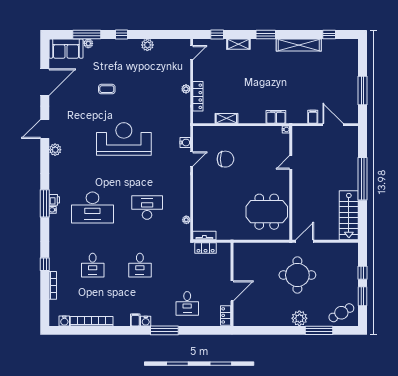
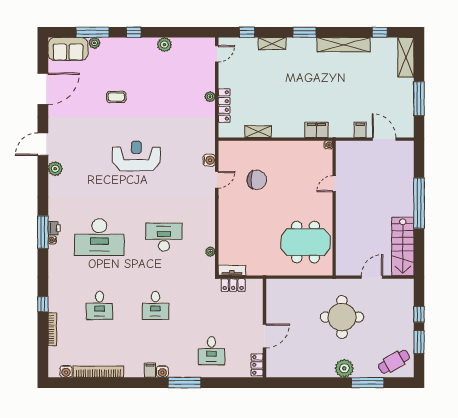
shelving: (351, 56) -> (406, 57), added
reception desk: (124, 139) -> (136, 156), width x0.74, depth x0.77
door: (305, 241) -> (372, 277), moved

